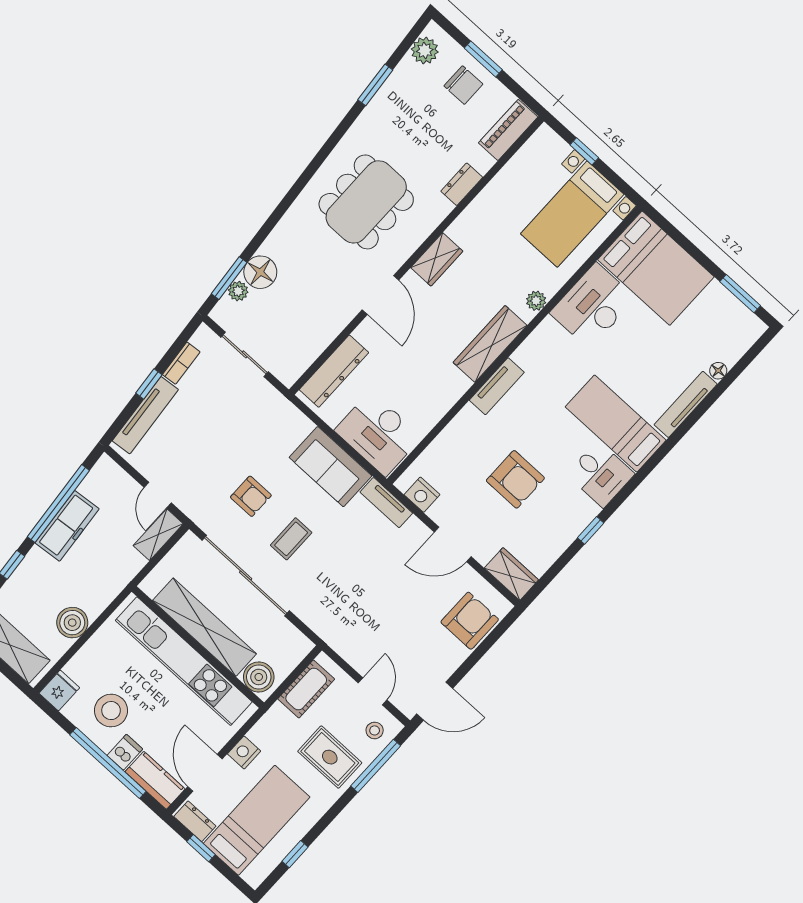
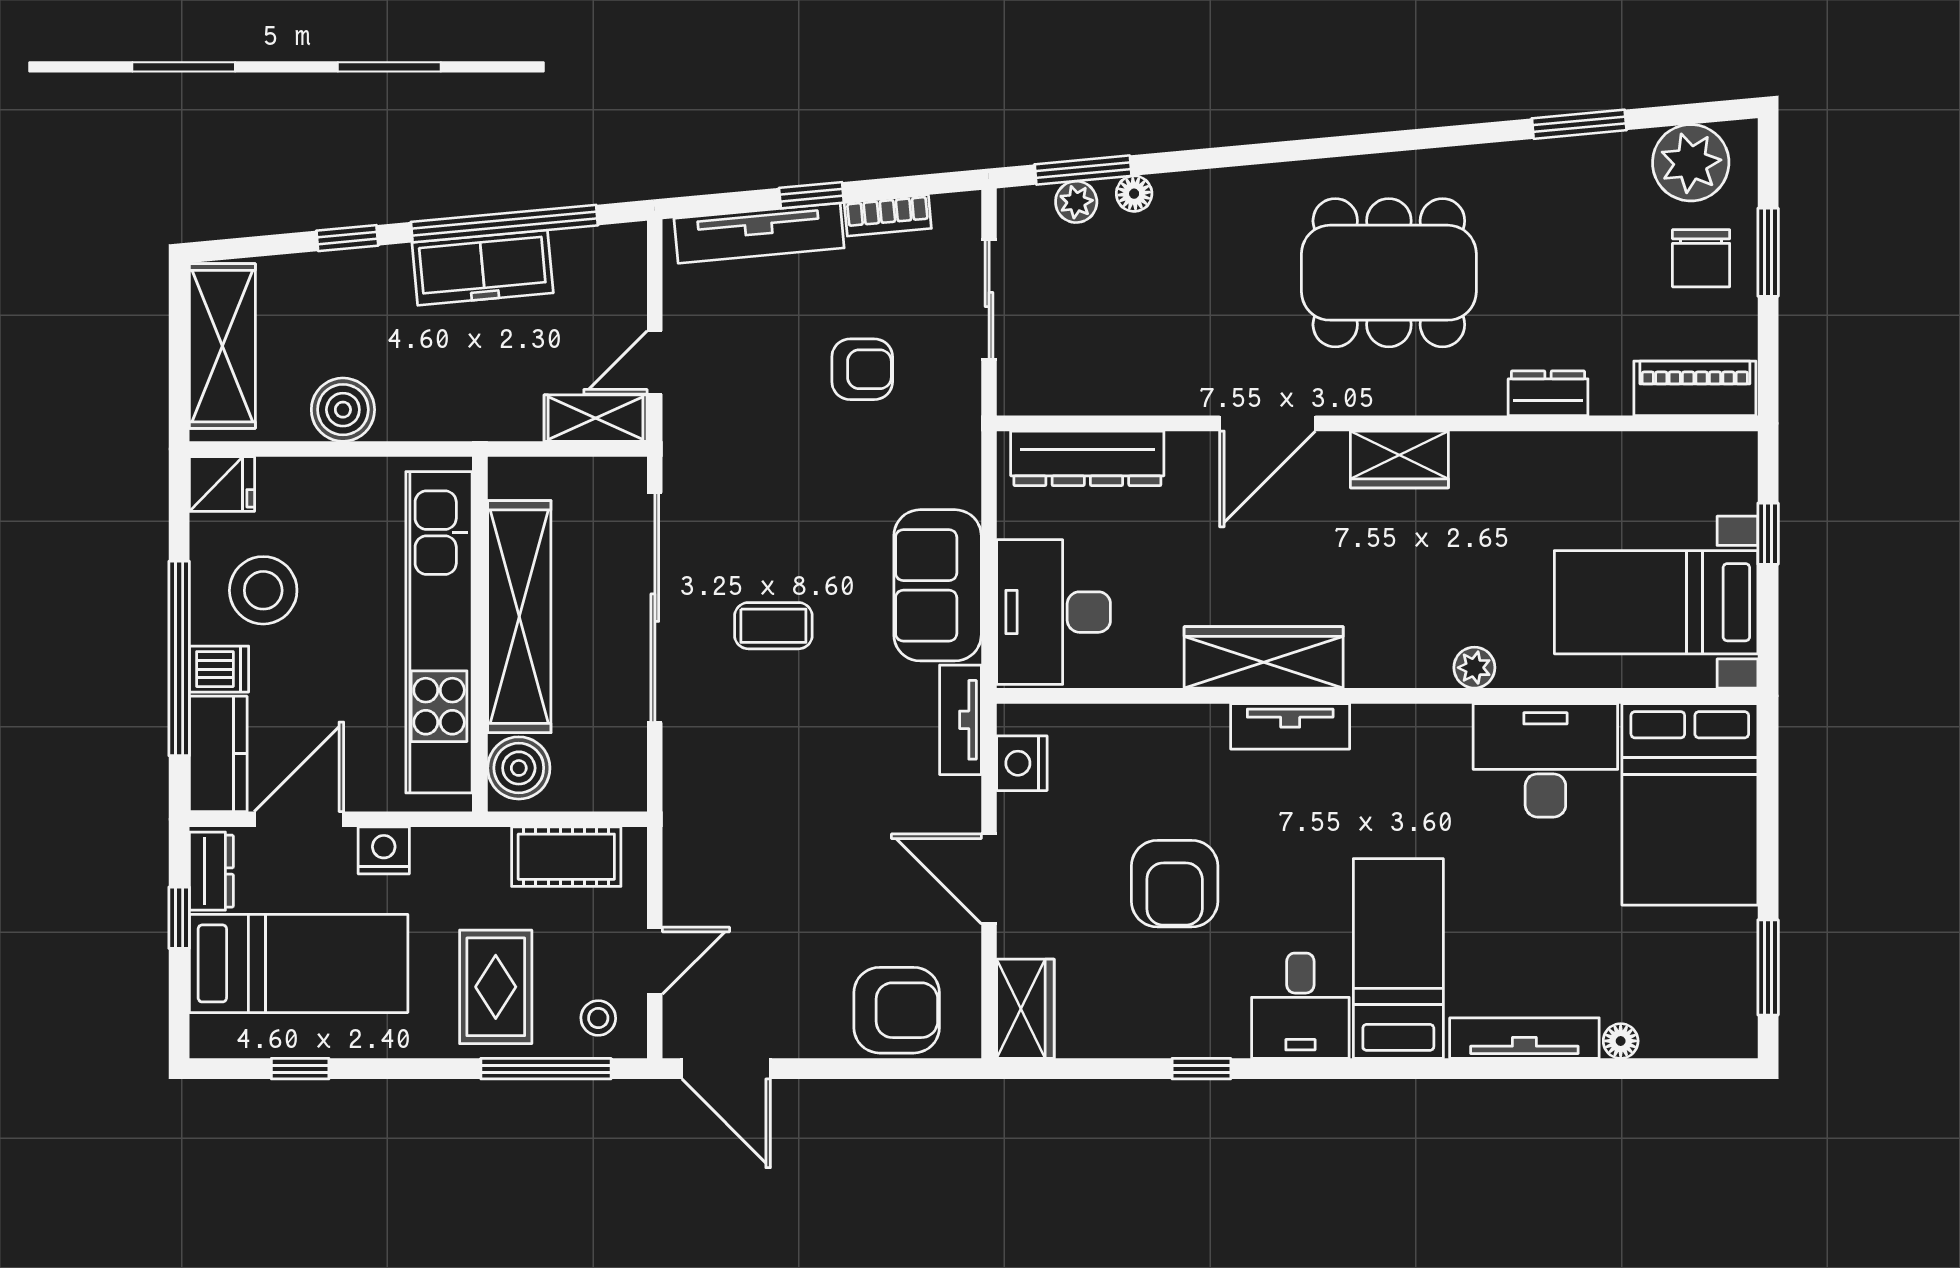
plant: (425, 50) -> (1691, 163), width x1.36, depth x1.36
floor lamp: (260, 272) -> (1134, 194), width x0.53, depth x0.53
wardrobe: (490, 344) -> (1264, 657), moved
armchair: (251, 496) -> (862, 369), moved, turned -90

